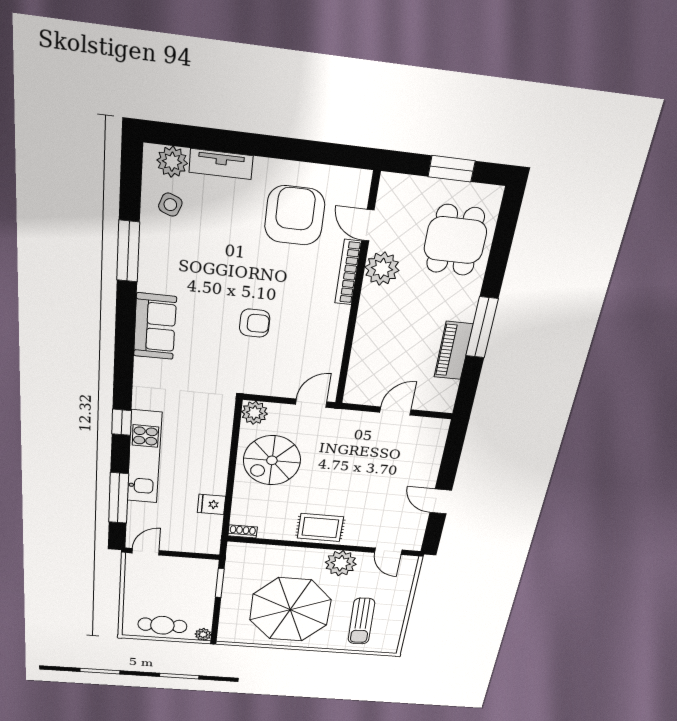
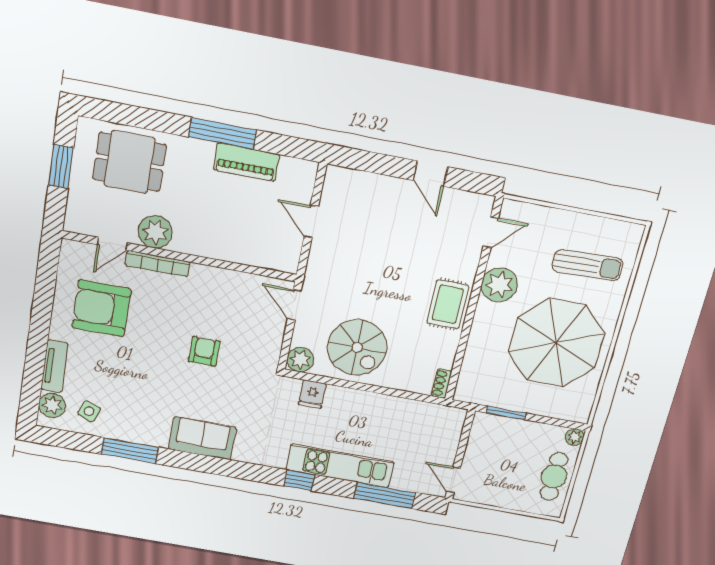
door: (441, 501) -> (431, 174), hinge flipped
fridge: (211, 504) -> (312, 394), moved

